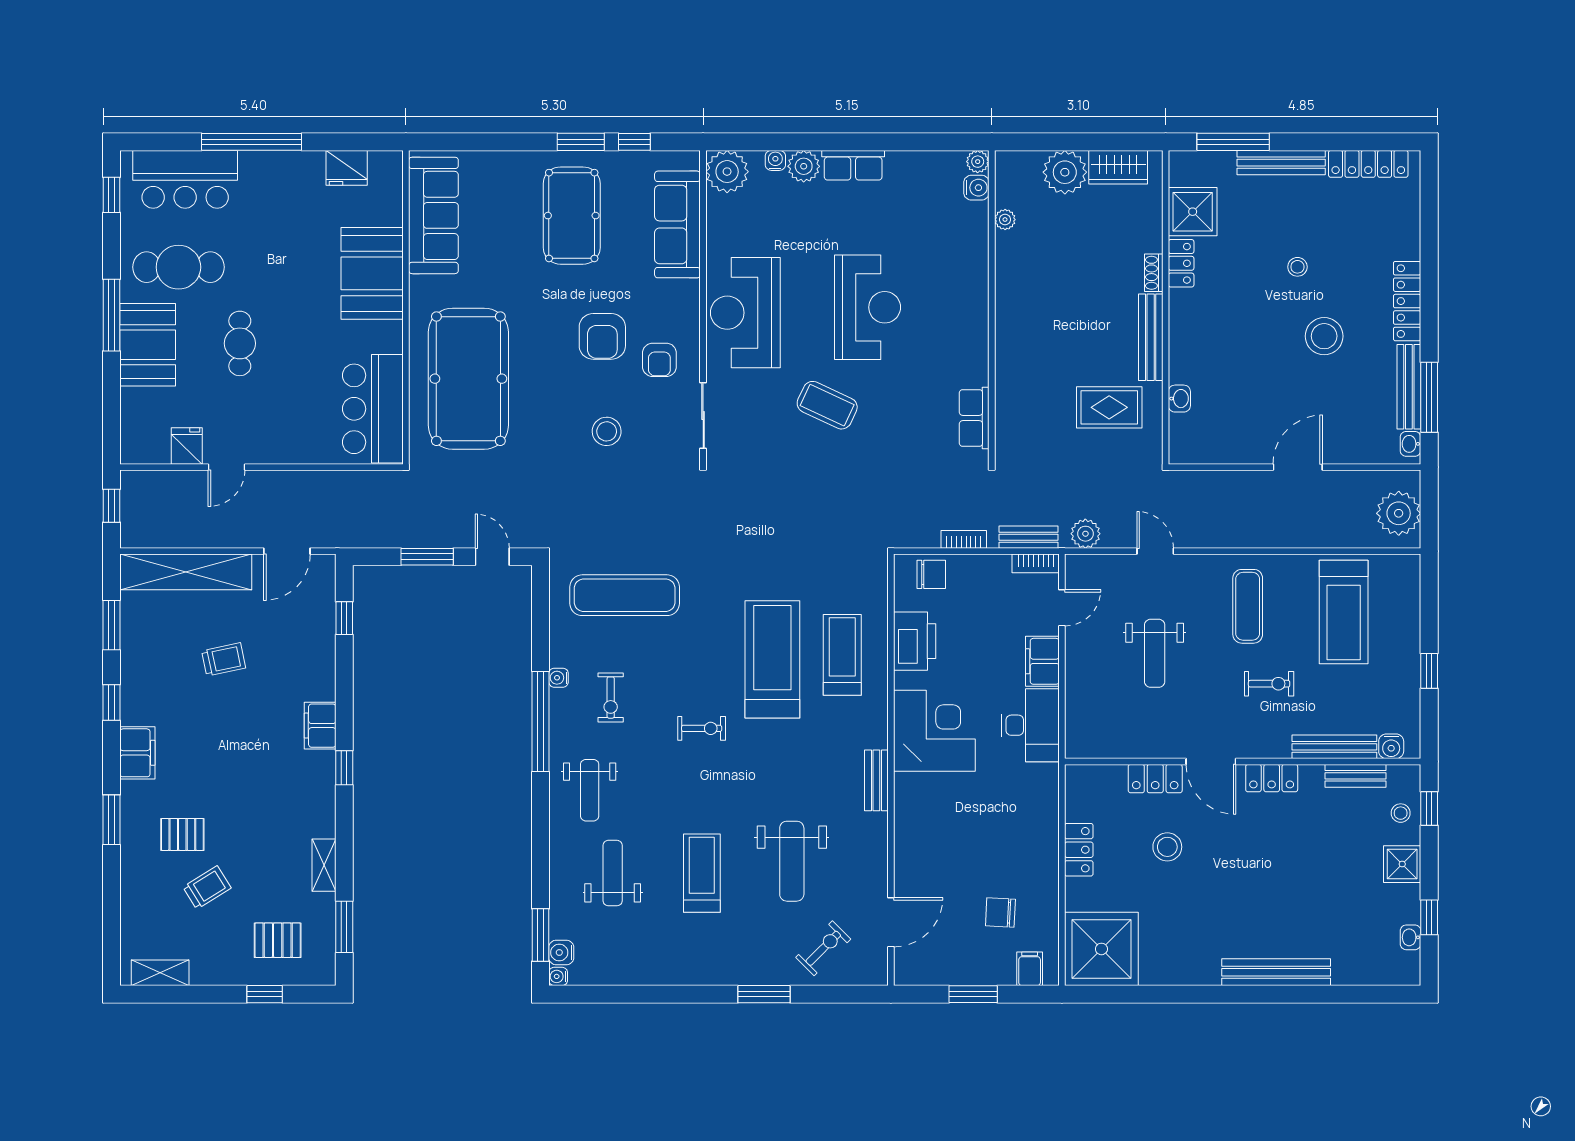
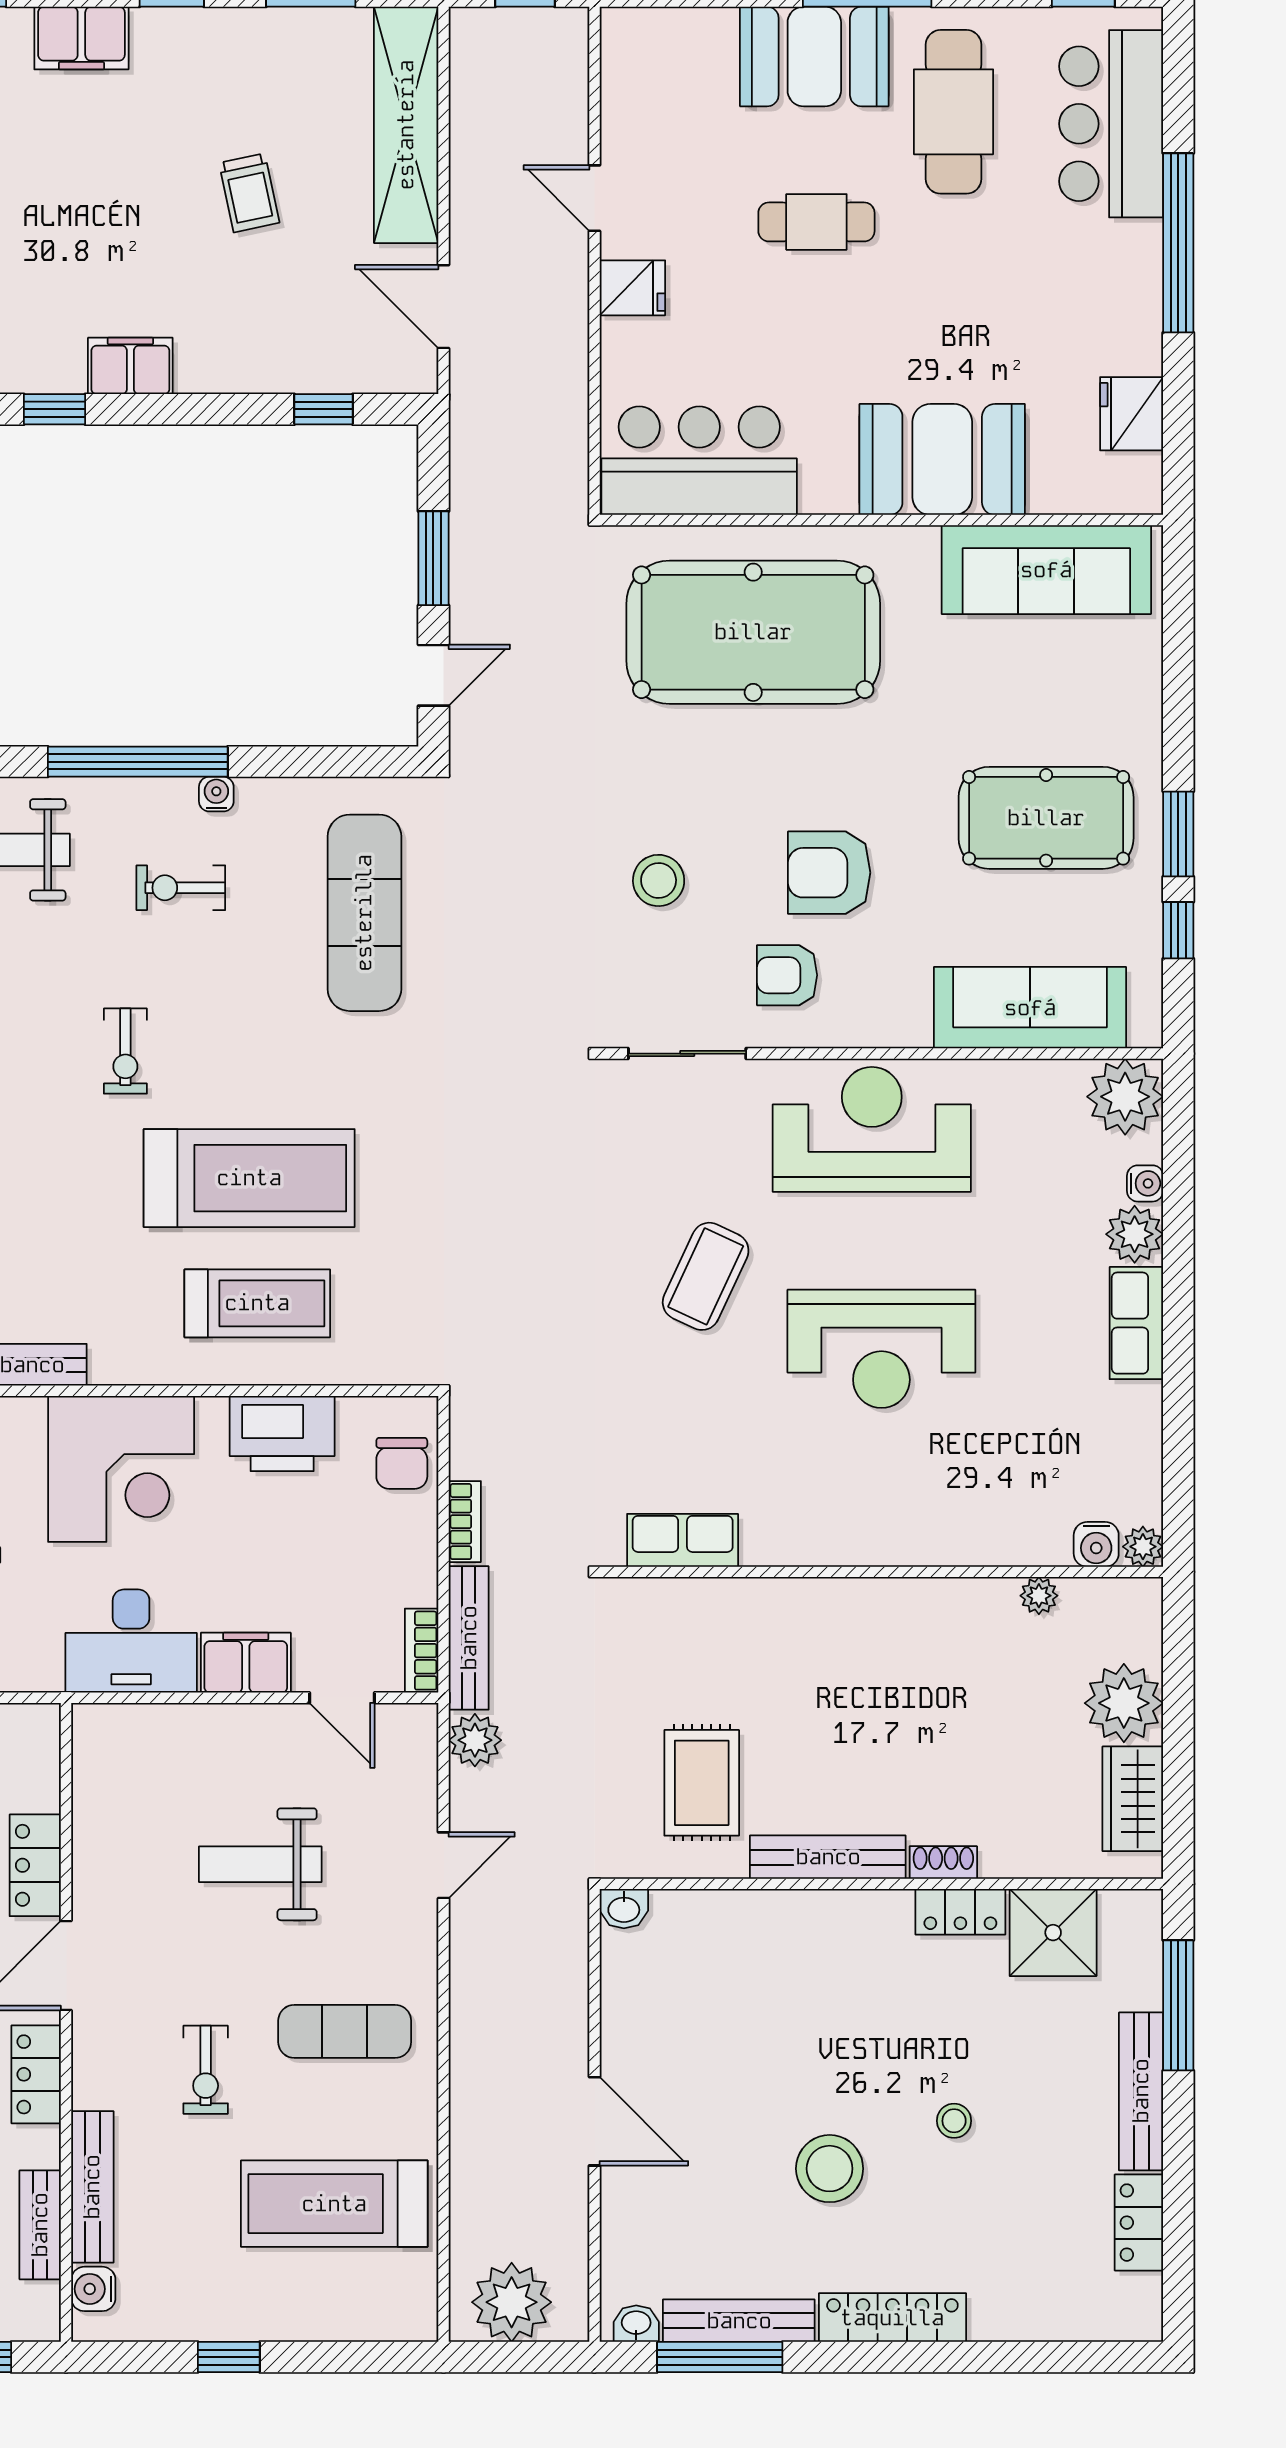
locker: (1368, 164) -> (1139, 2223), width x0.66
washbasin: (1179, 399) -> (624, 1909), moved
fridge: (187, 446) -> (632, 288), moved
bench: (1029, 537) -> (469, 1638), width x1.36

